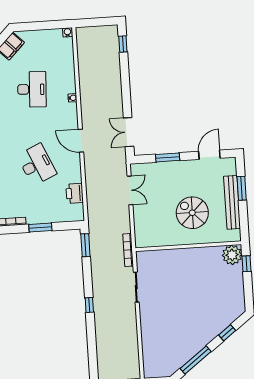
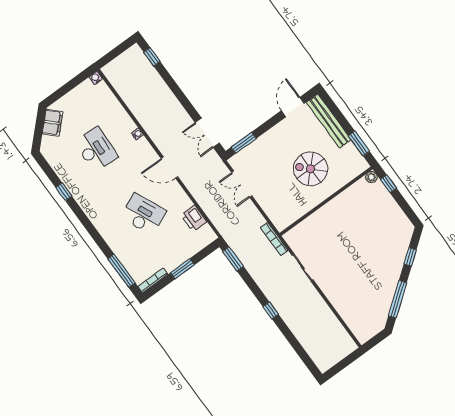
window: (168, 157) -> (244, 143), moved
window: (242, 188) -> (359, 144), moved
double door: (130, 190) -> (242, 184), swing flipped
bench: (232, 202) -> (329, 121), moved
plant: (232, 255) -> (371, 177), width x0.53, depth x0.53

